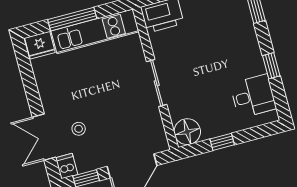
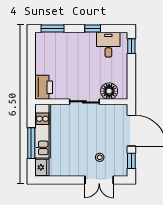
floor lamp: (187, 132) -> (109, 91), moved
window: (222, 142) -> (131, 46), moved
dishwasher: (67, 166) -> (121, 171), removed

